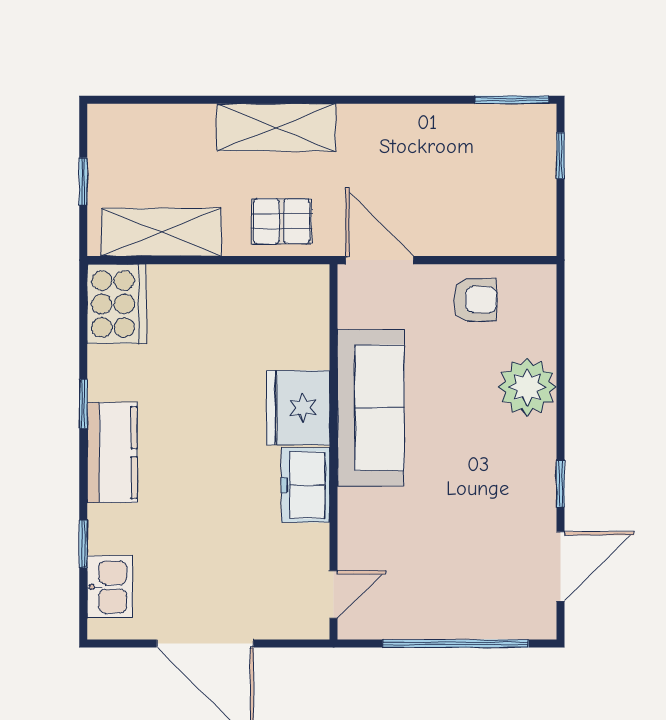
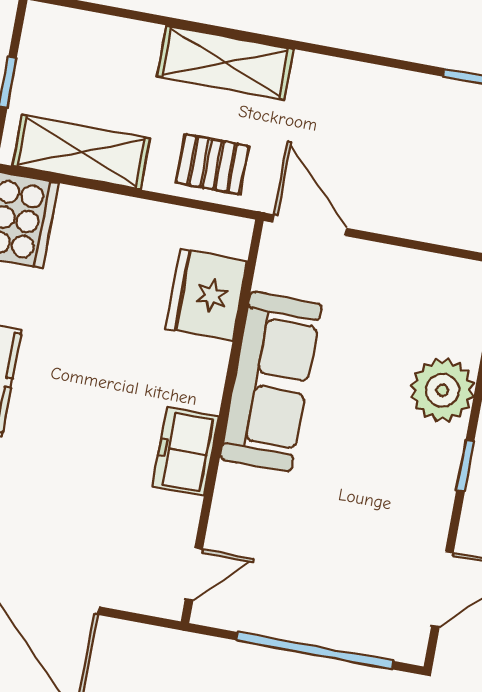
armchair: (475, 300) -> (404, 287), removed
fridge: (298, 408) -> (206, 295), moved
window: (560, 484) -> (465, 466), moved

